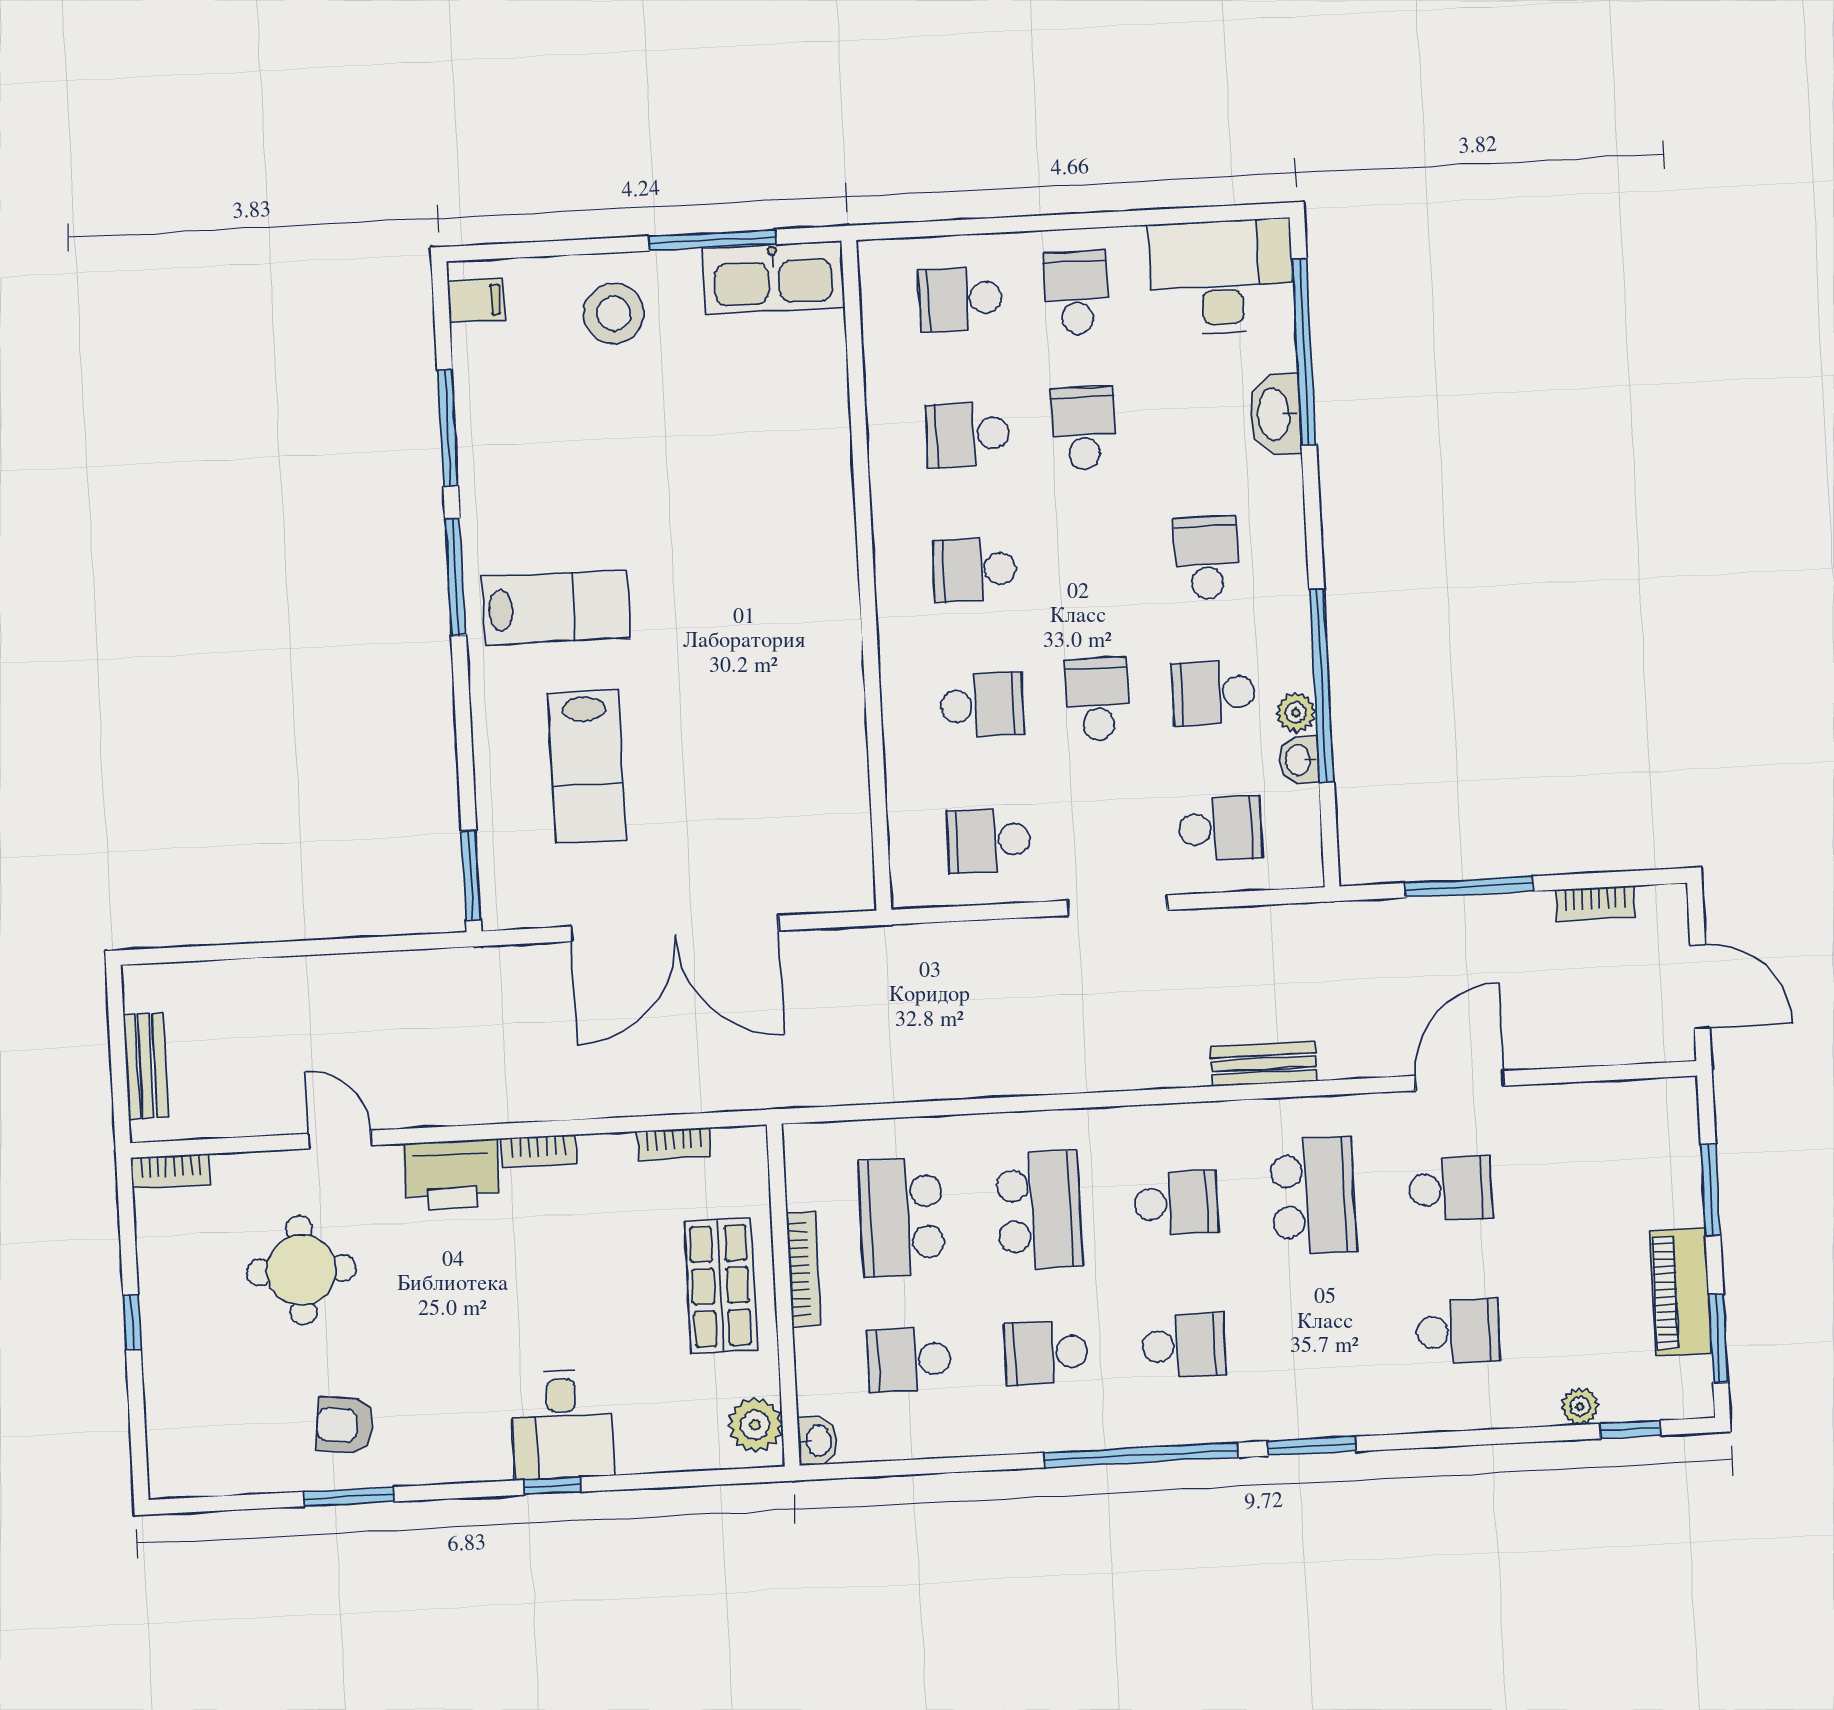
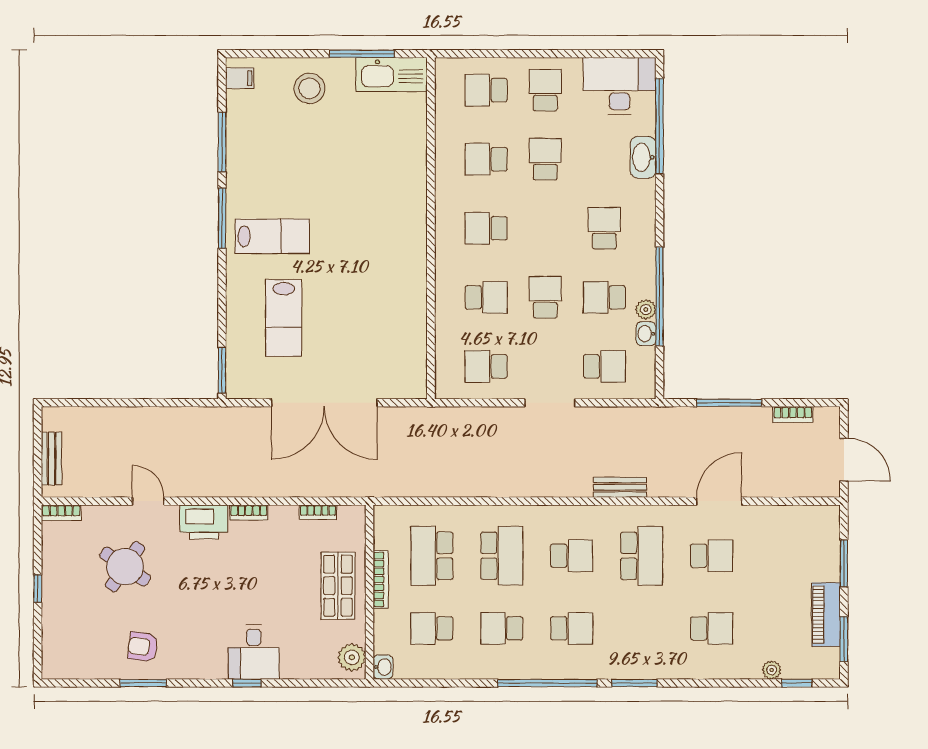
round table: (301, 1270) -> (125, 567), turned 34

